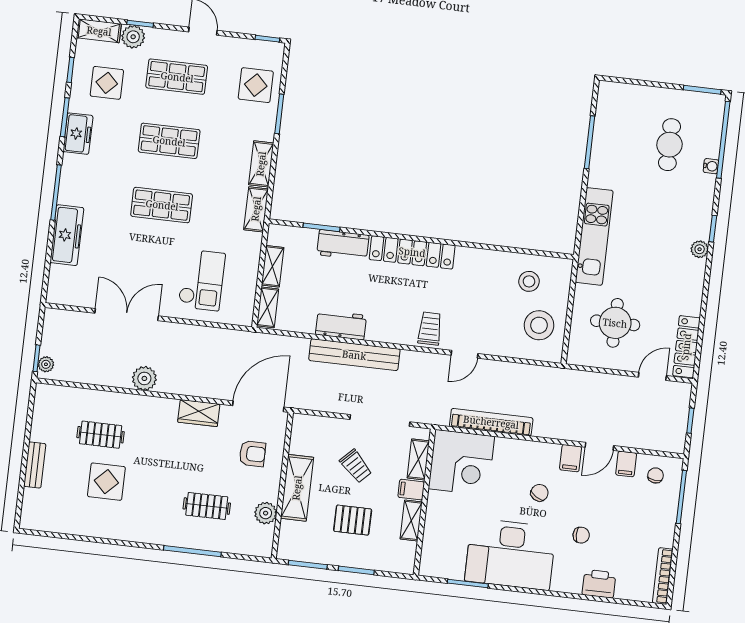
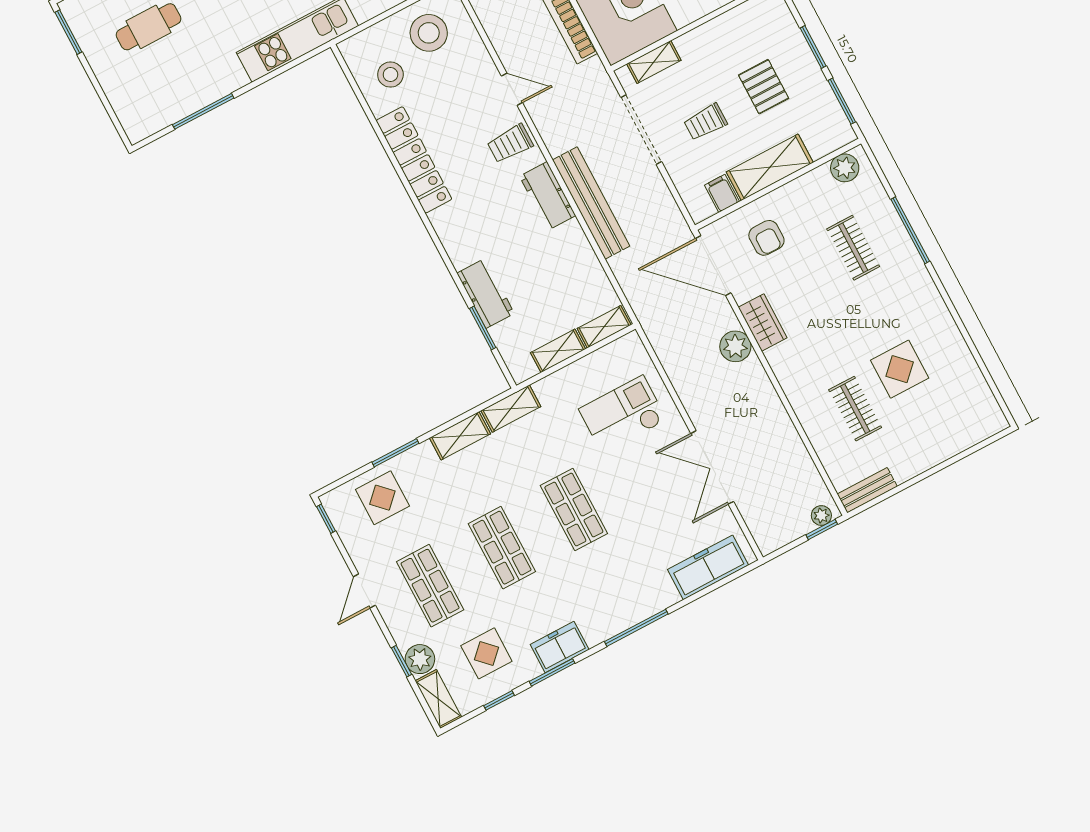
freezer: (67, 235) -> (708, 567), moved
locker: (412, 252) -> (414, 160), moved
workbench: (341, 325) -> (548, 196), moved
plant: (144, 378) -> (735, 346), moved
armchair: (252, 454) -> (766, 238), turned 180
bench: (35, 465) -> (867, 490), moved
trolley: (356, 466) -> (705, 122), turned -135
filing cabinet: (411, 490) -> (722, 193), moved, turned 180
plant: (266, 513) -> (845, 168), moved
shelving: (411, 520) -> (722, 26), removed

